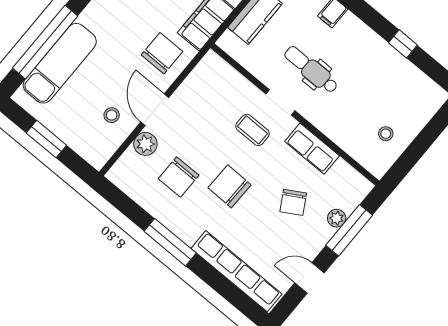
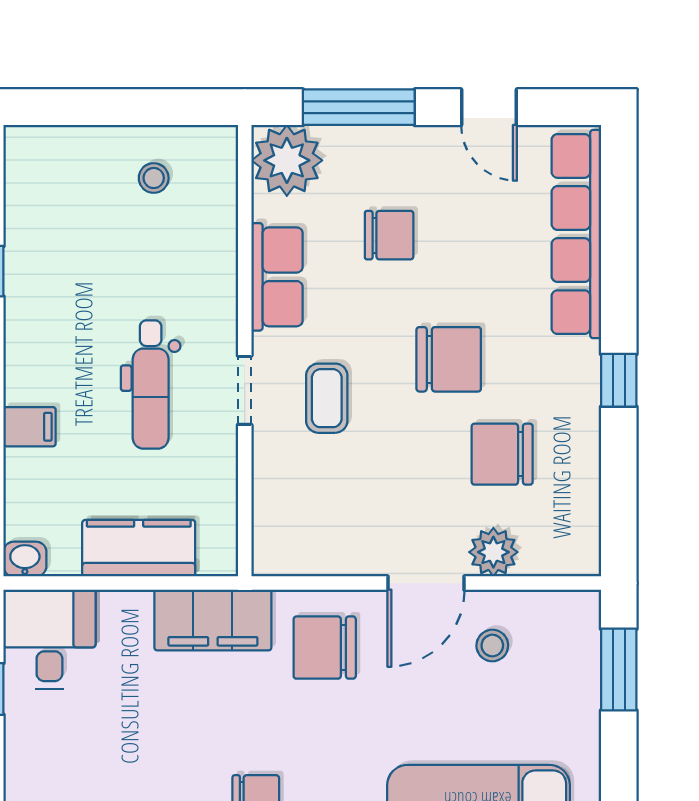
window: (46, 139) -> (619, 670), moved
chair: (179, 177) -> (502, 454), turned 180
chair: (230, 186) -> (449, 359), turned -91
chair: (293, 202) -> (389, 235), turned 30
plant: (337, 218) -> (287, 160), moved, width x1.87, depth x1.87
window: (170, 242) -> (619, 380), width x0.46

